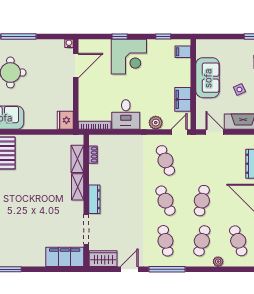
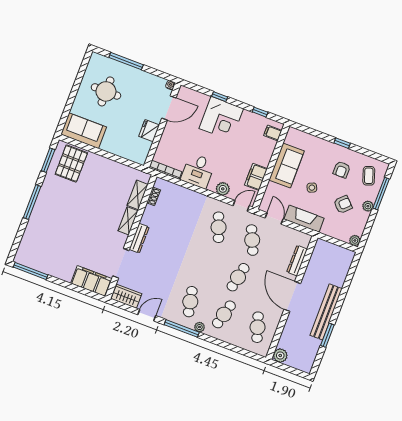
fridge: (65, 120) -> (149, 131), moved
cafe table: (165, 201) -> (252, 240), moved
plant: (218, 262) -> (199, 327), moved

